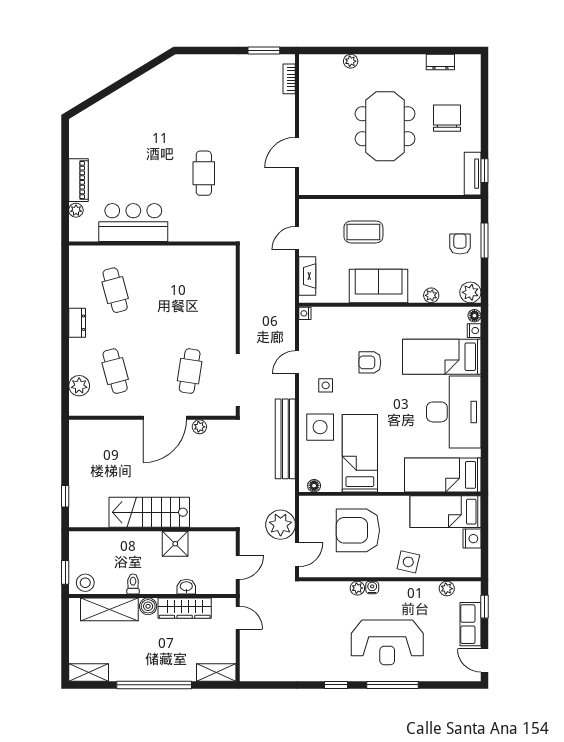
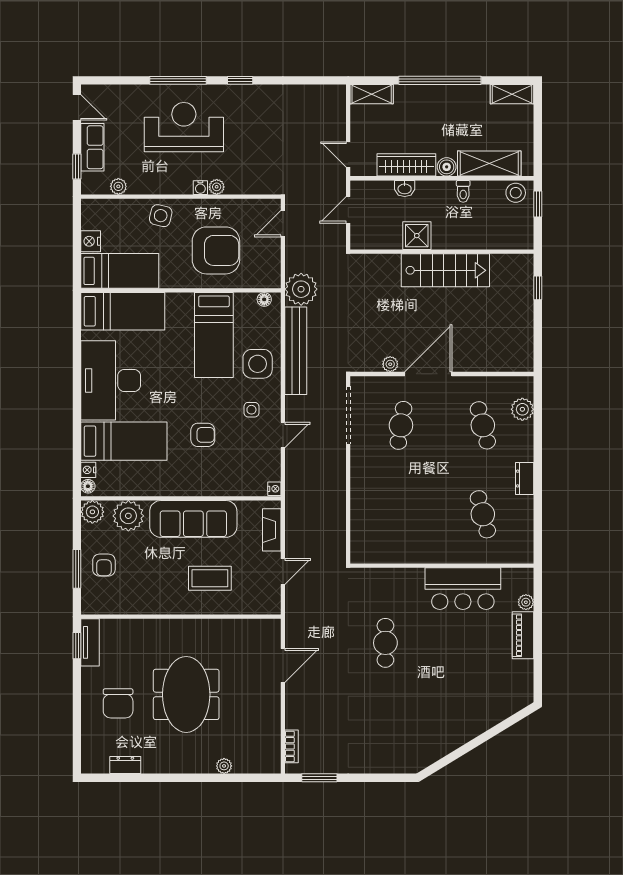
sofa: (379, 286) -> (193, 519), width x1.36
plant: (431, 295) -> (128, 516), width x1.87, depth x1.87
plant: (281, 525) -> (301, 289), moved

